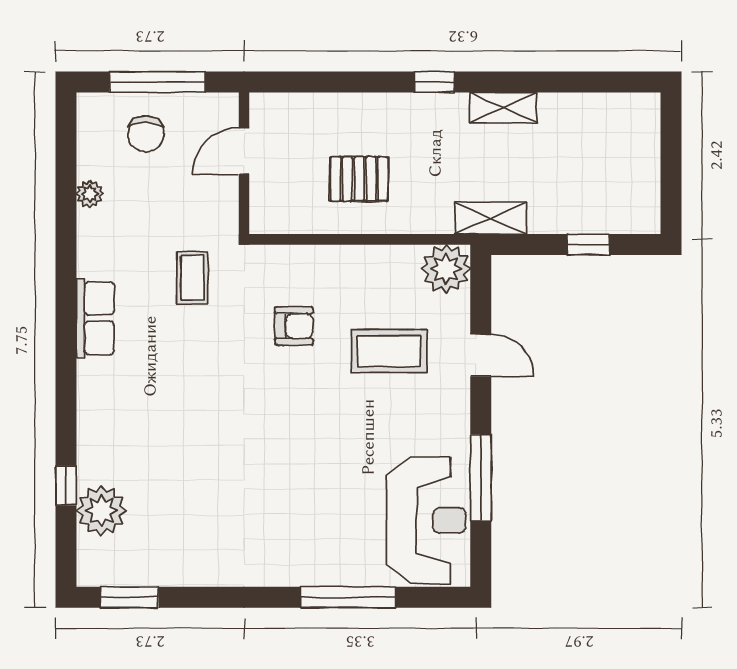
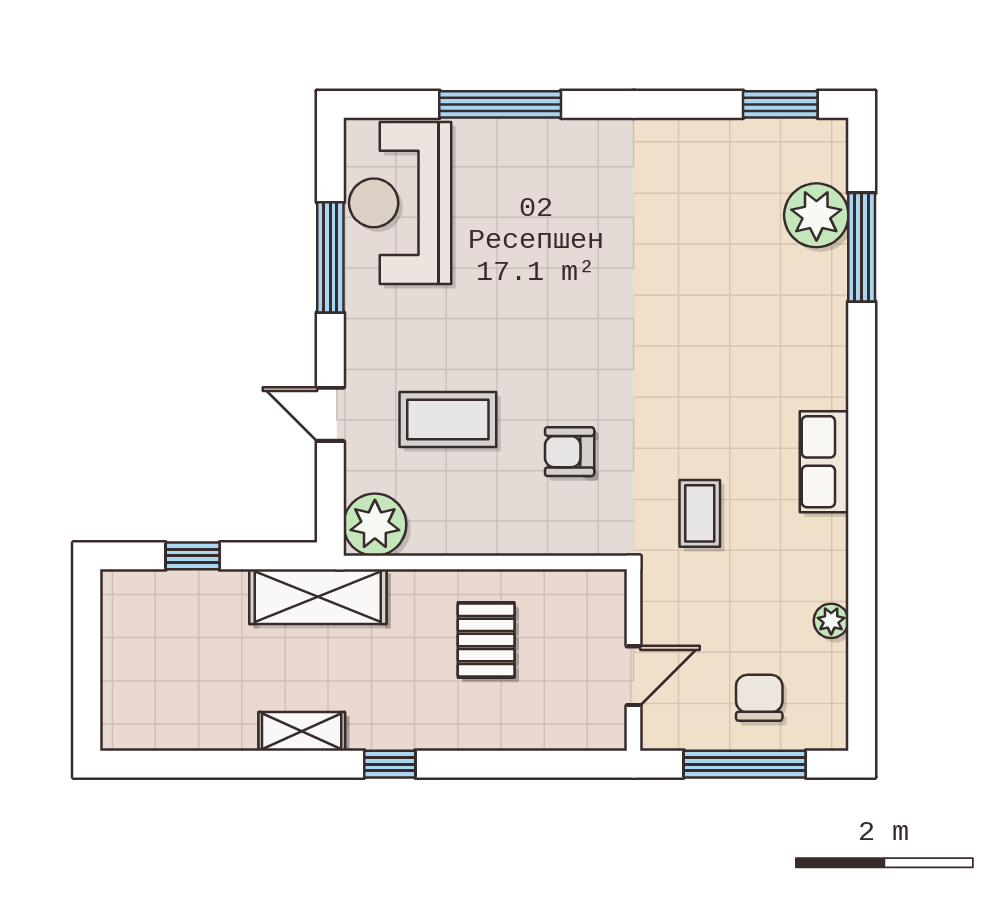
pallet: (359, 179) -> (486, 640), turned 90
shelving: (491, 218) -> (318, 597), width x1.50, depth x1.33
window: (66, 486) -> (862, 247), width x2.17

